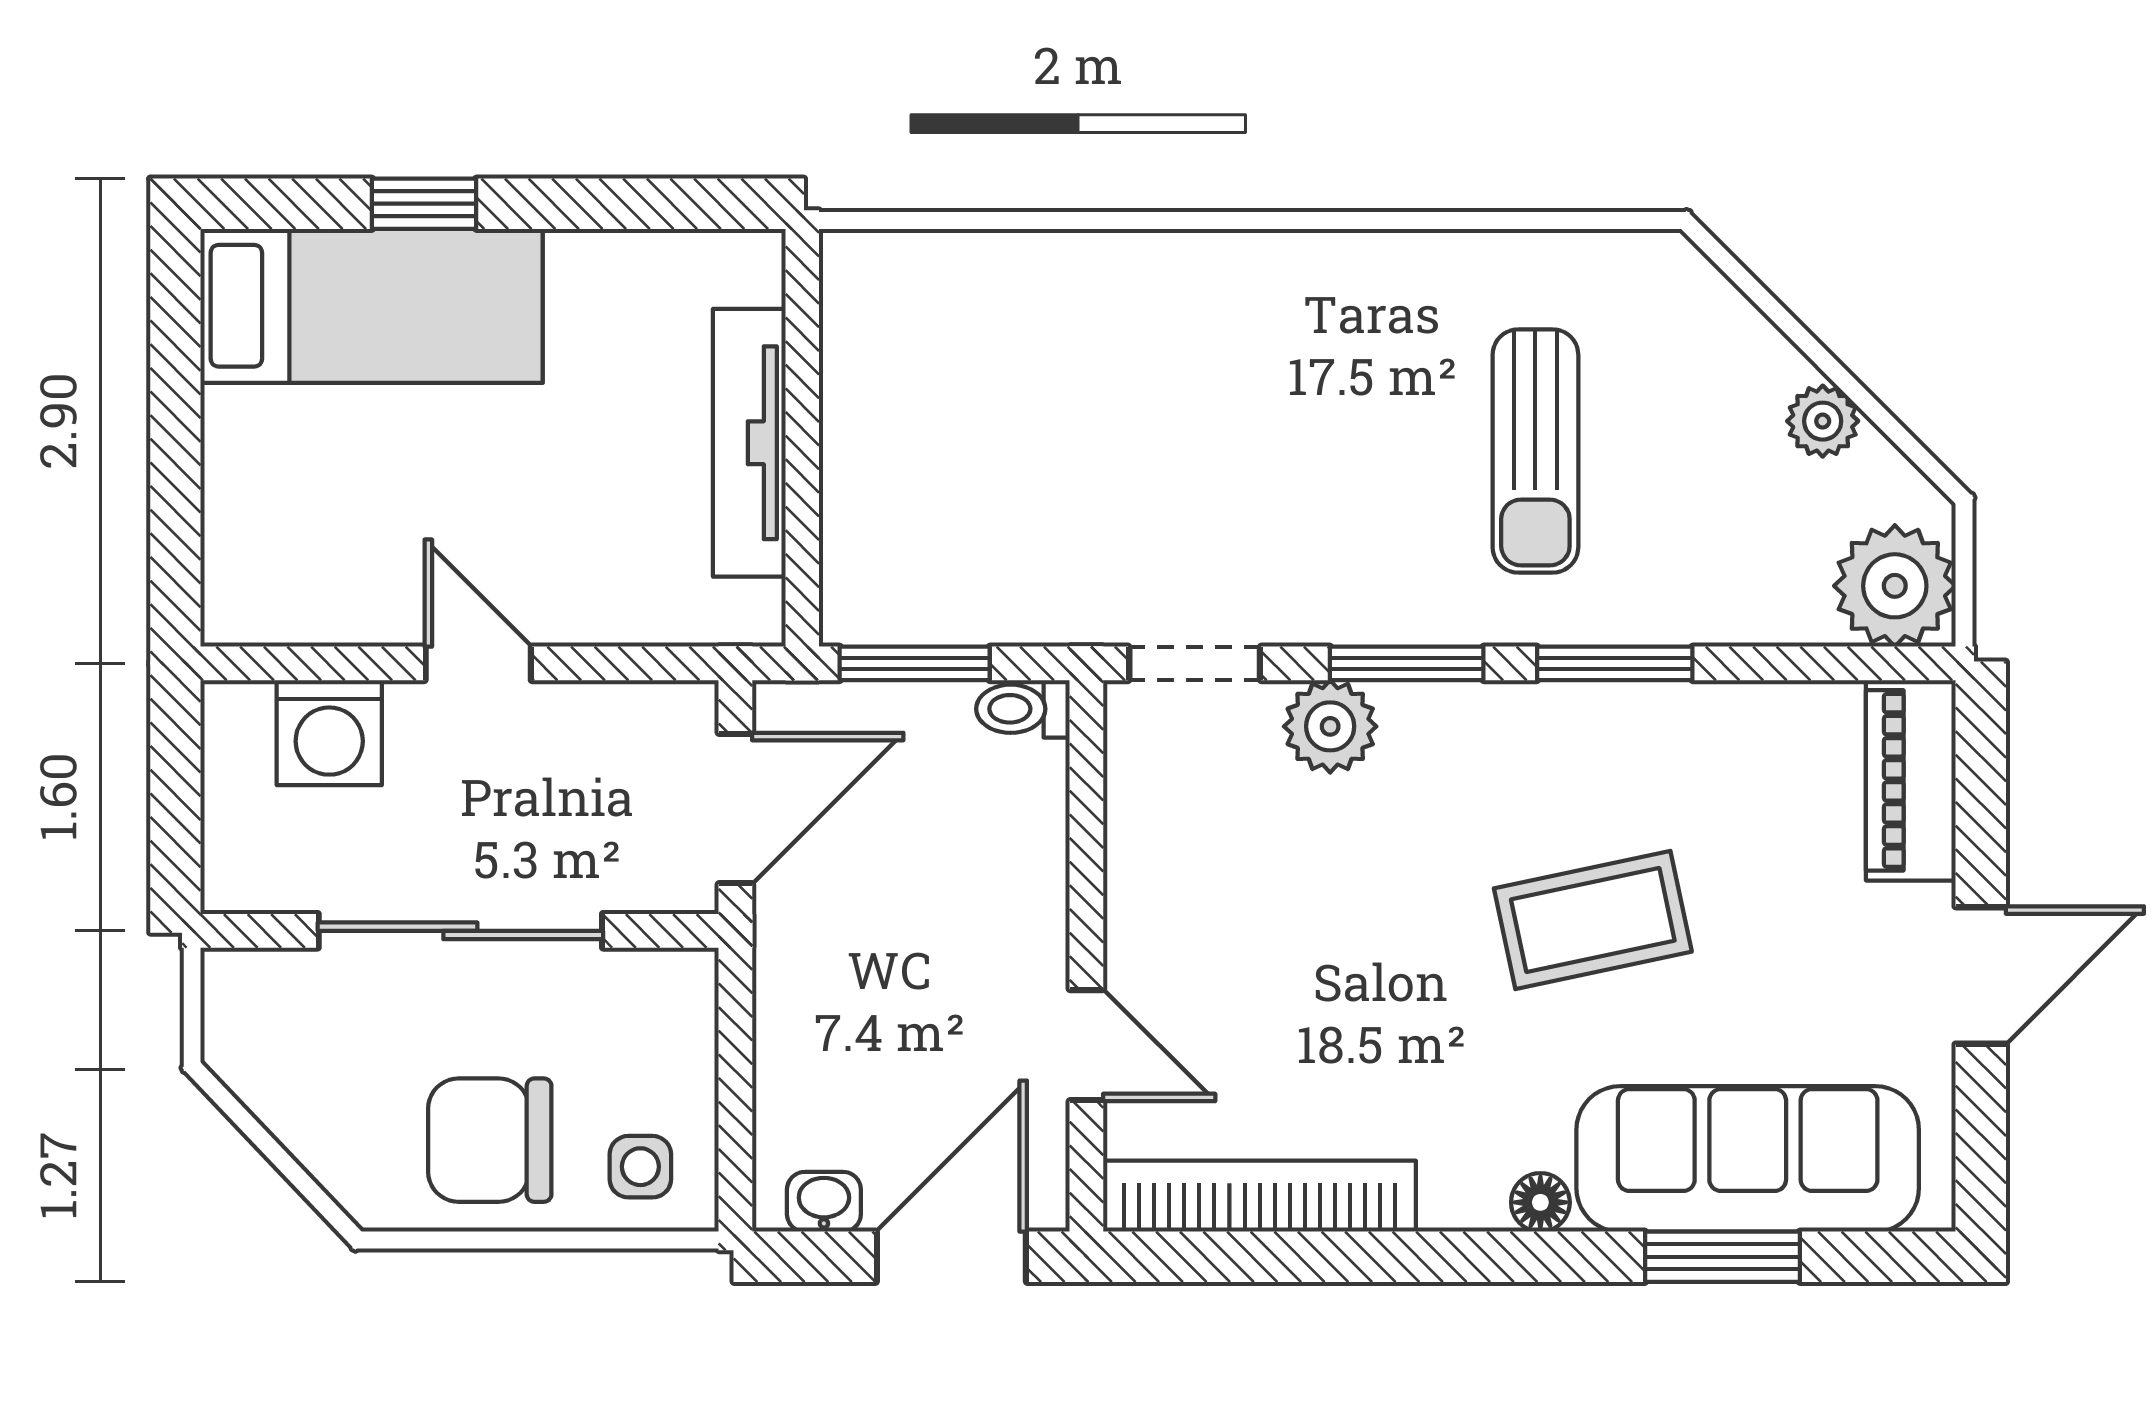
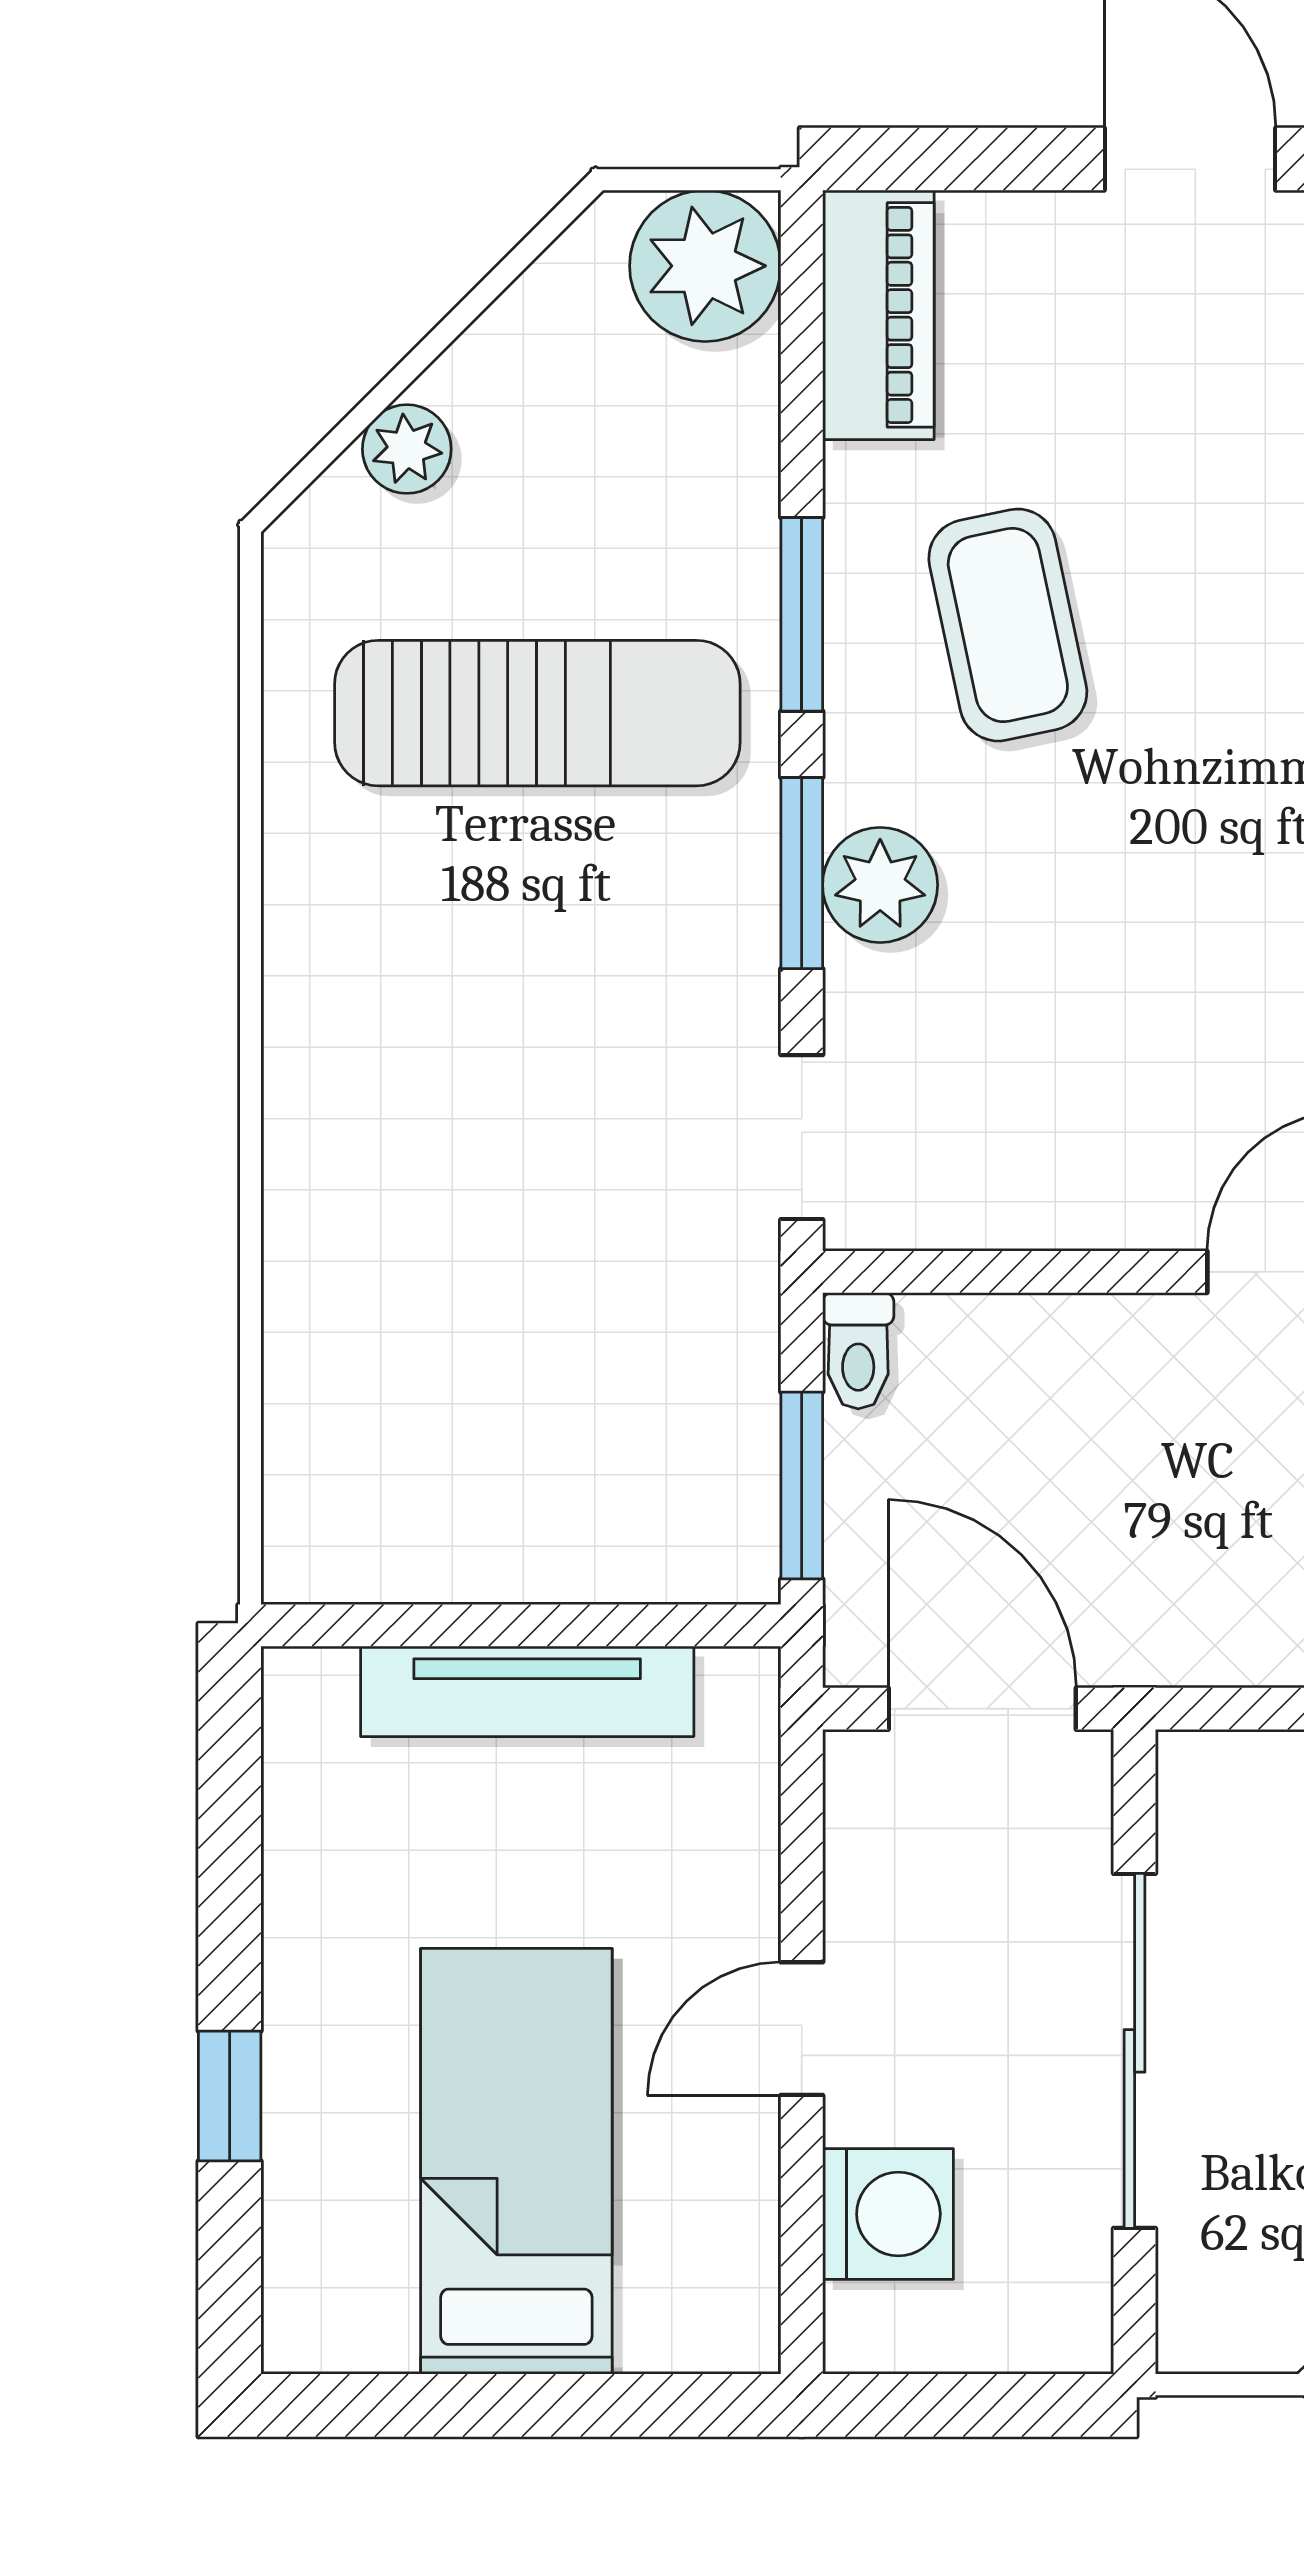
bed: (372, 306) -> (516, 2161), moved
plant: (1823, 421) -> (407, 449), moved
sun lounger: (1535, 451) -> (537, 713), width x1.36, depth x1.34
plant: (1330, 726) -> (880, 885), moved
piano: (1911, 780) -> (878, 315), moved, turned -90
coffee table: (1593, 920) -> (1008, 625), moved

